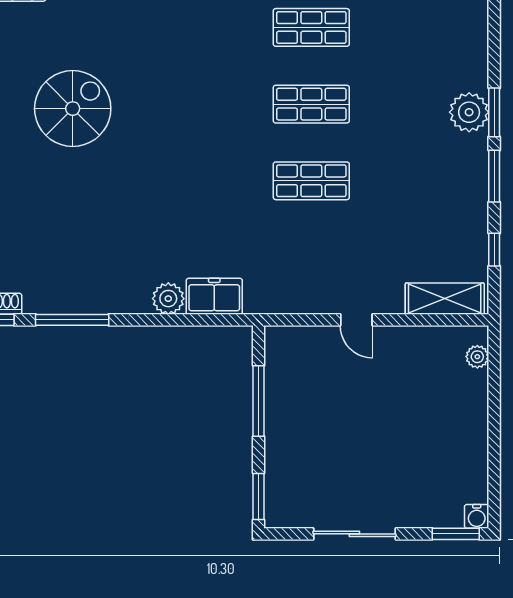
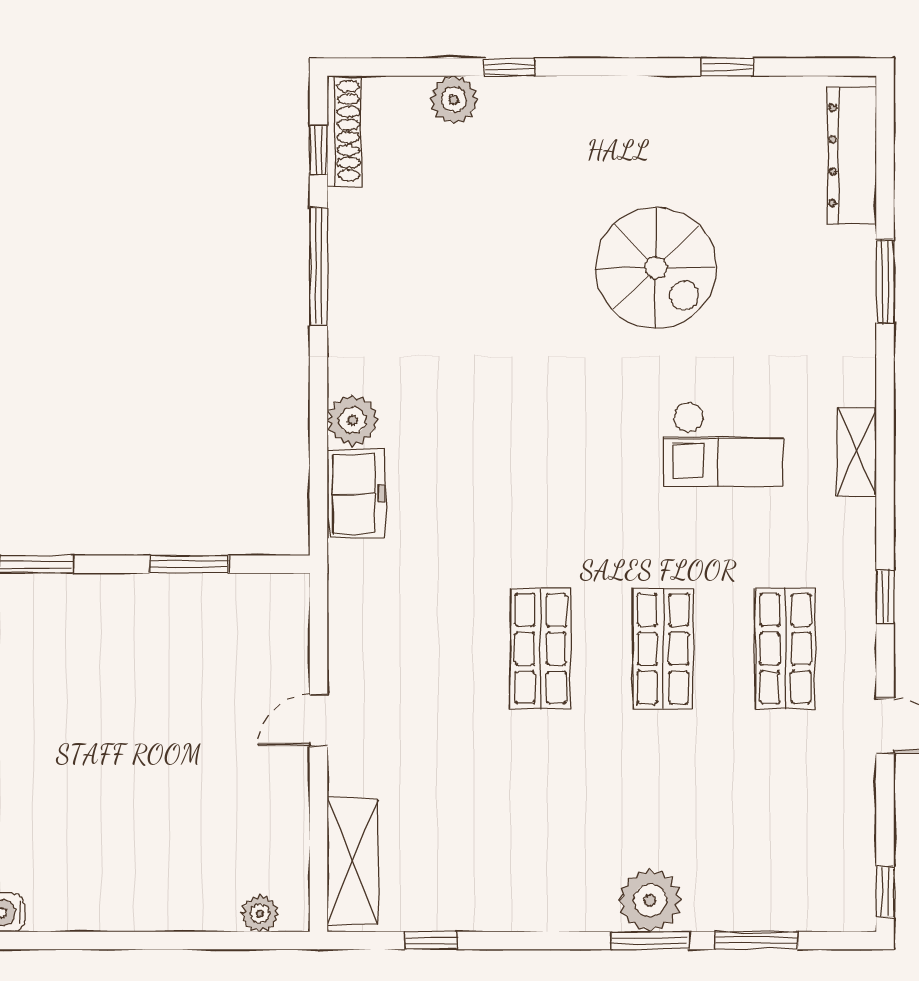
checkout: (183, 66) -> (723, 444), added
window: (494, 176) -> (756, 941), moved
window: (258, 401) -> (189, 564), width x0.69

